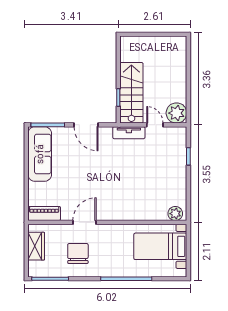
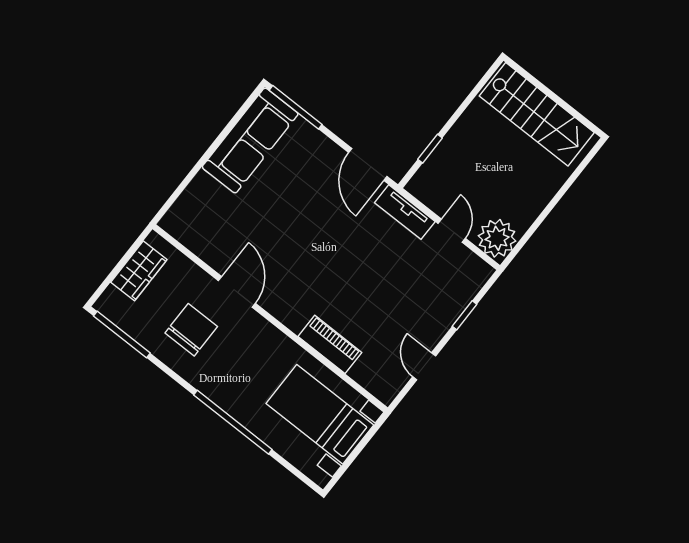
stairs: (131, 93) -> (537, 114), moved, turned 90
door: (86, 125) -> (368, 165), moved
door: (188, 191) -> (424, 366), added
piano: (44, 213) -> (330, 344), moved
plant: (175, 214) -> (379, 384), removed
door: (85, 222) -> (237, 292), hinge flipped

